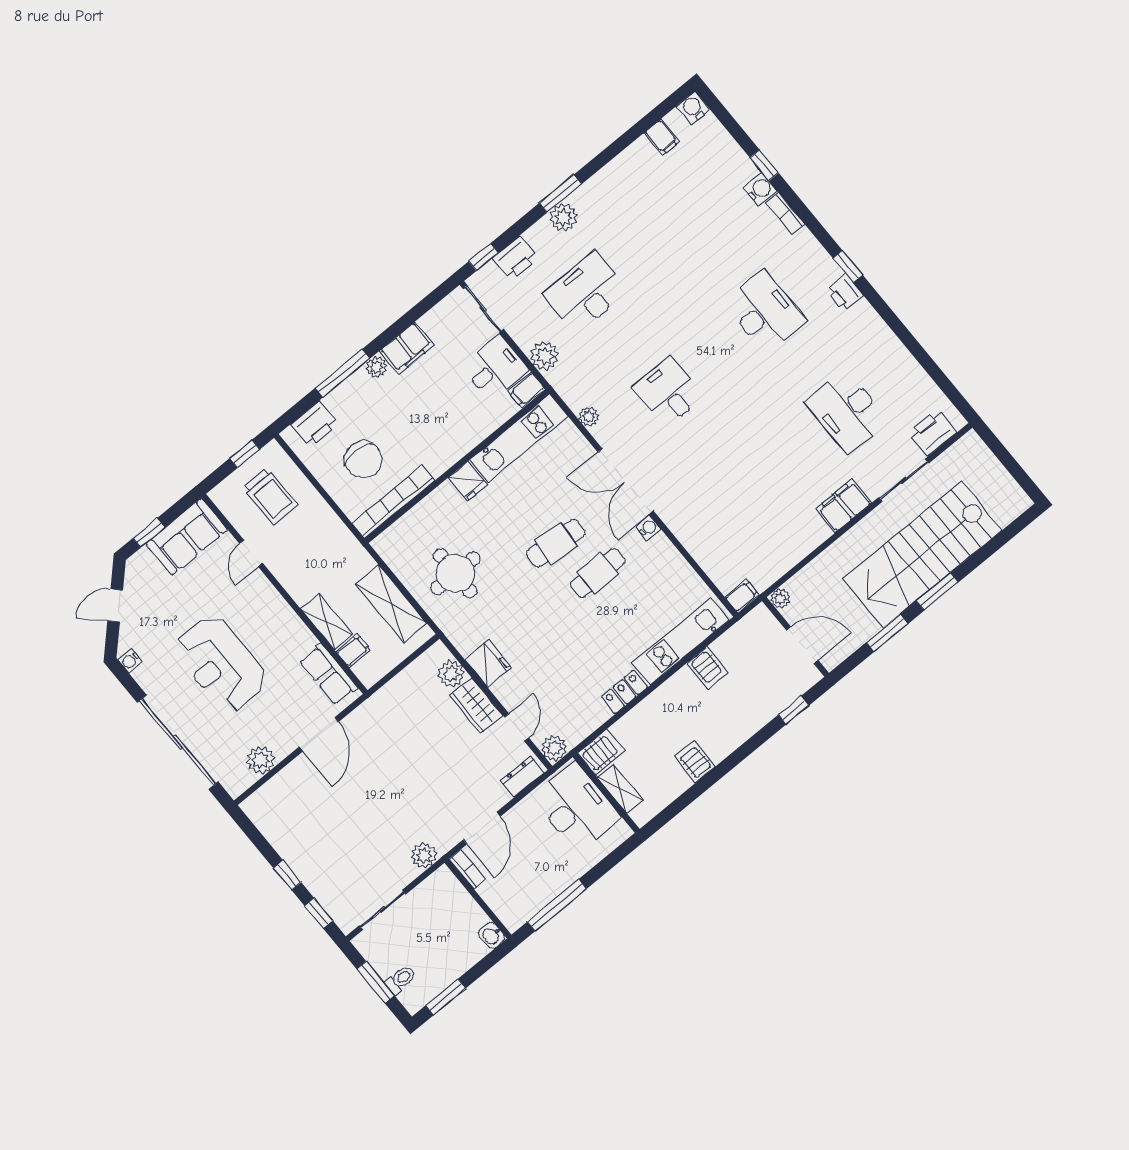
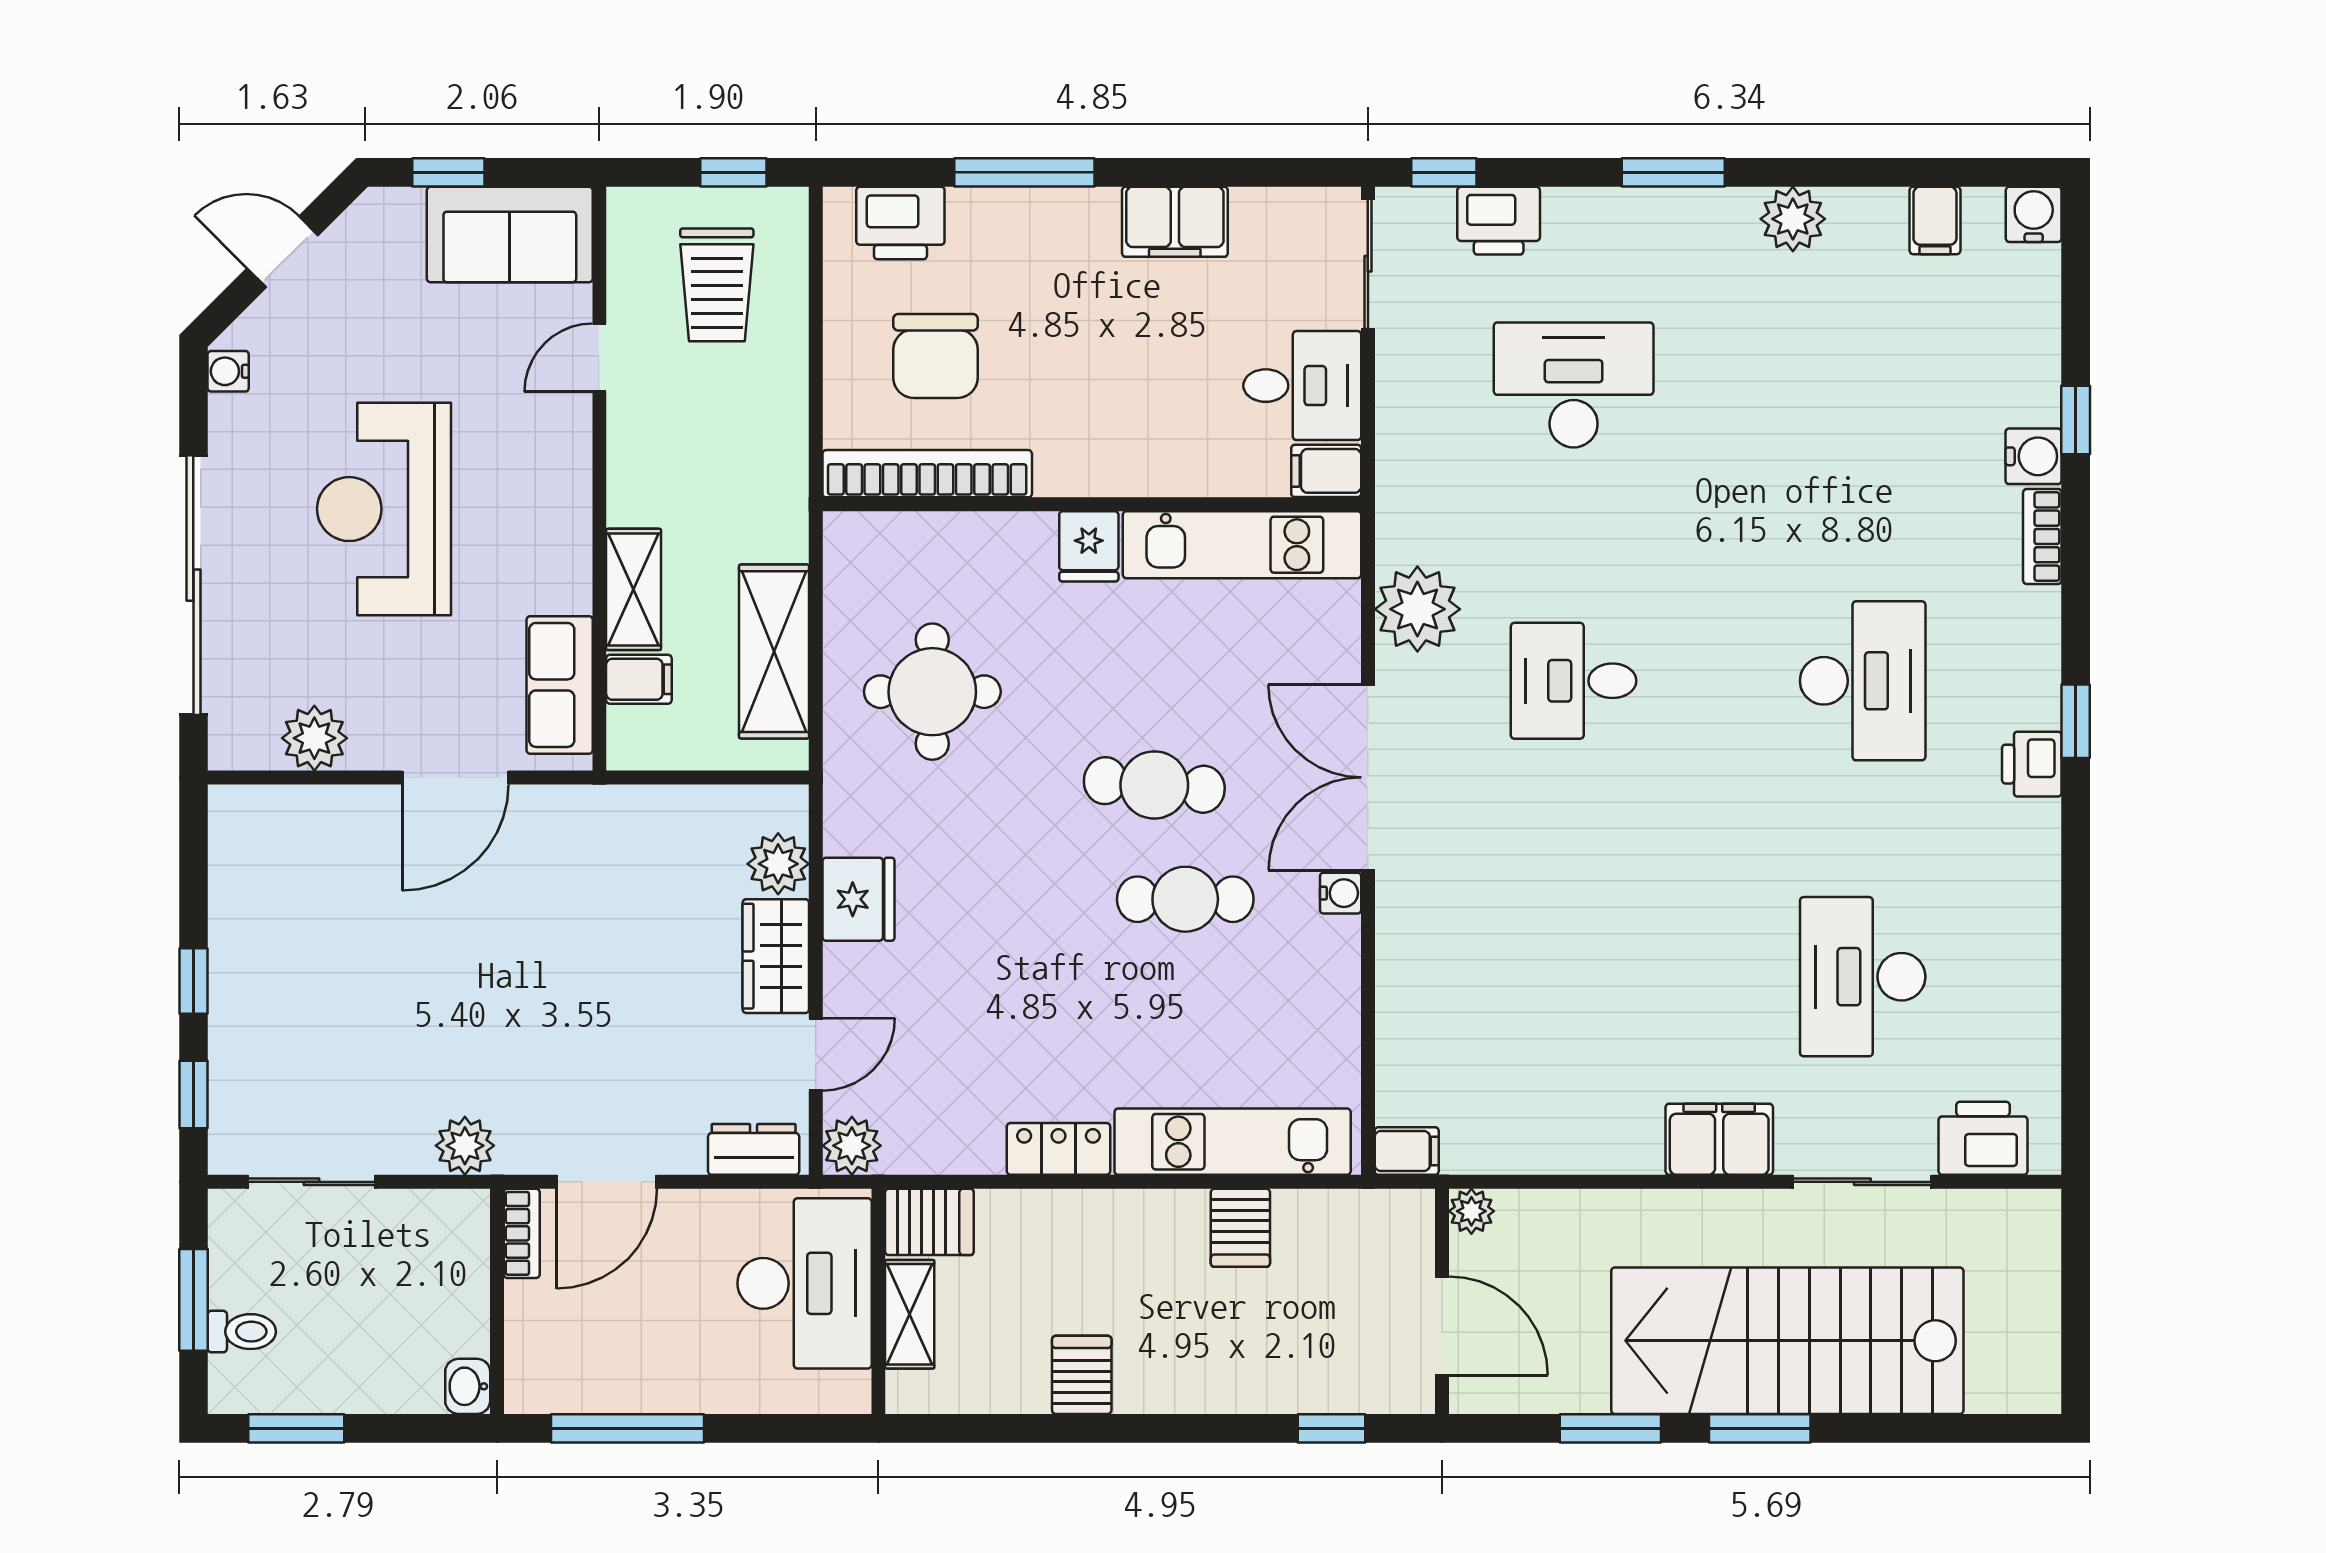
plant: (563, 218) -> (1793, 219), moved
plant: (545, 356) -> (1408, 437), removed
plant: (376, 367) -> (1093, 211), removed
desk: (668, 392) -> (1574, 681), turned -90
plant: (589, 417) -> (1417, 609), width x1.88, depth x1.88

